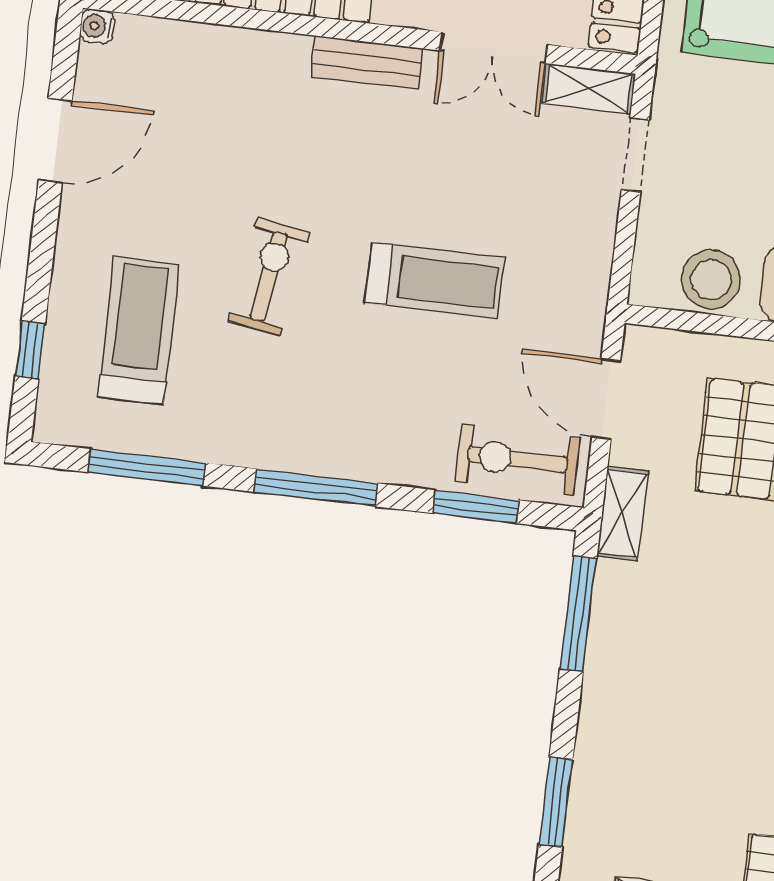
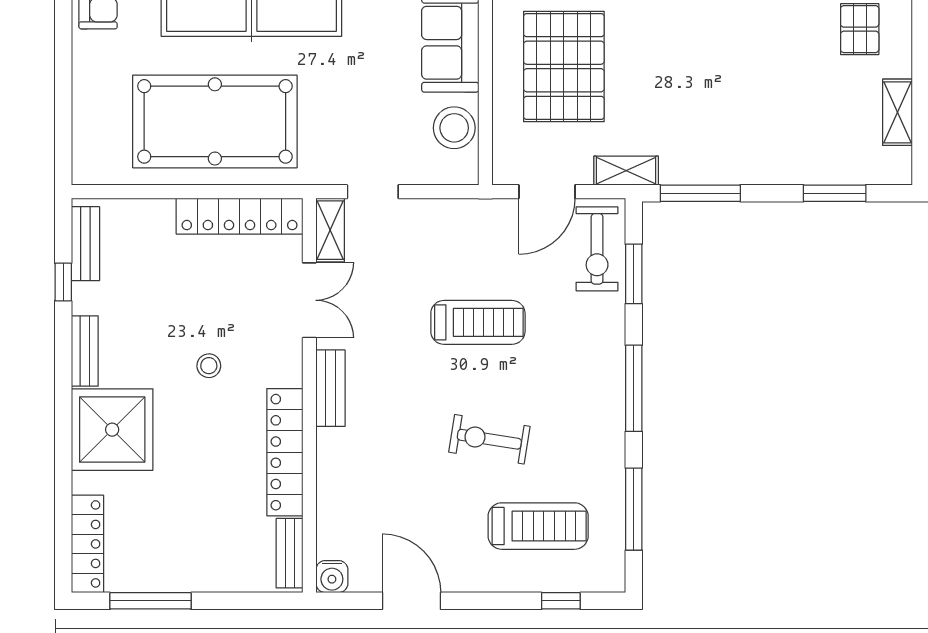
water cooler: (97, 26) -> (332, 577), width x1.38, depth x1.38
treadmill: (434, 280) -> (478, 322), turned 90
treadmill: (139, 331) -> (538, 526), turned 180

